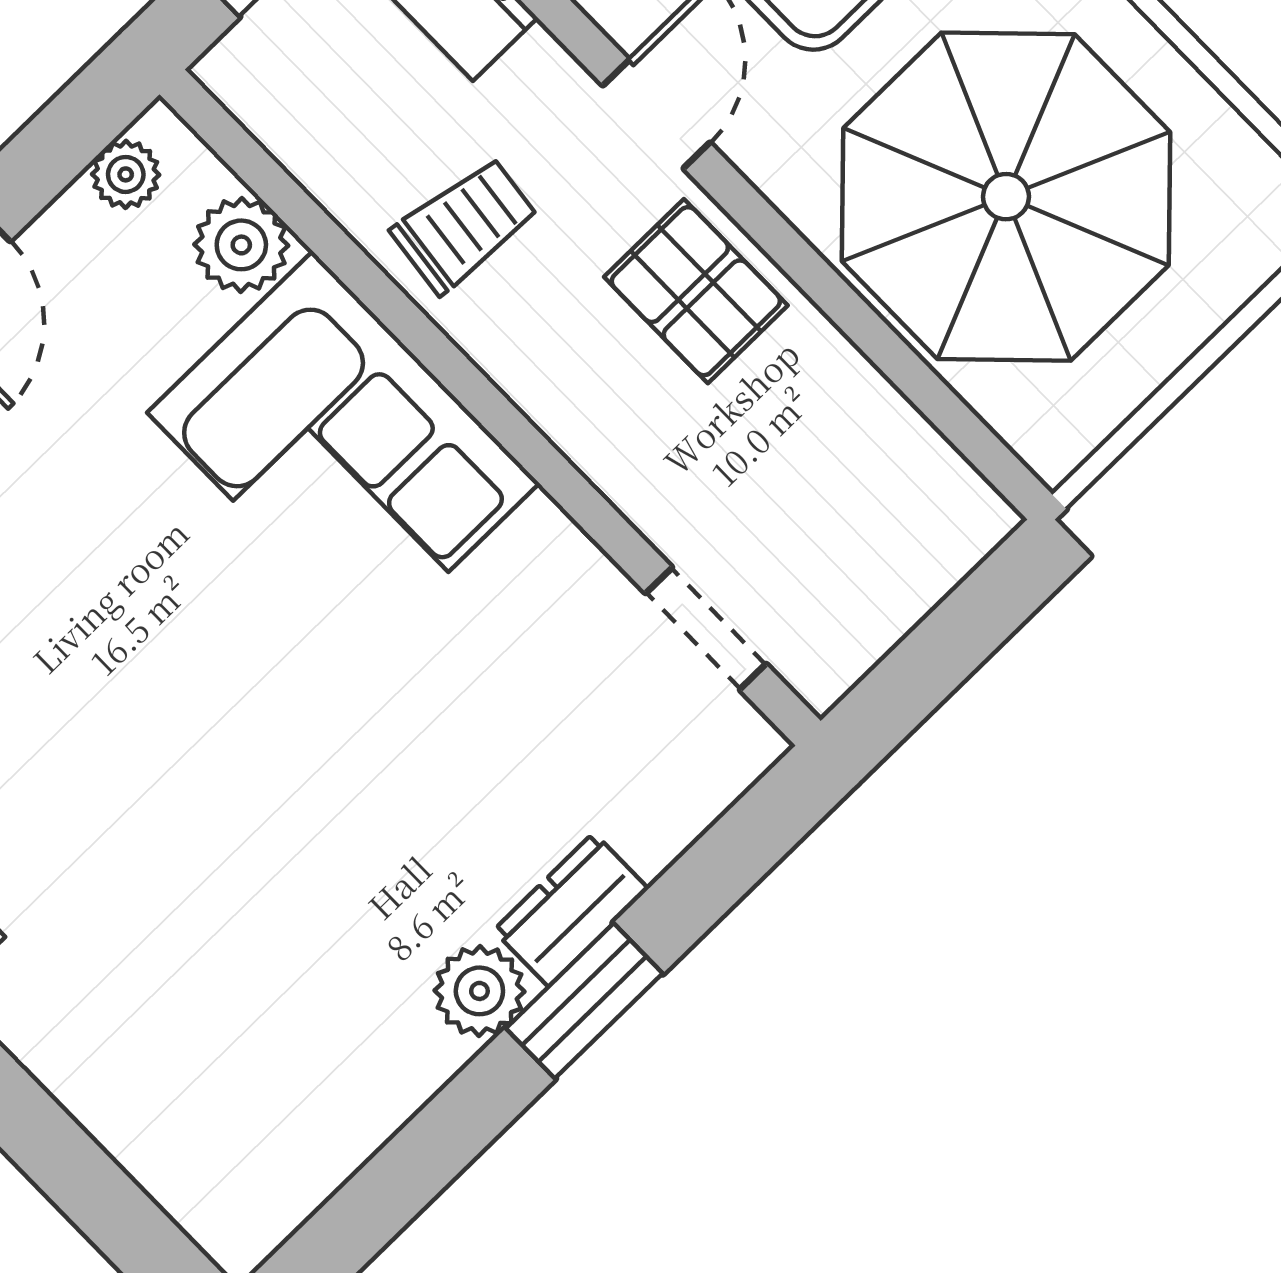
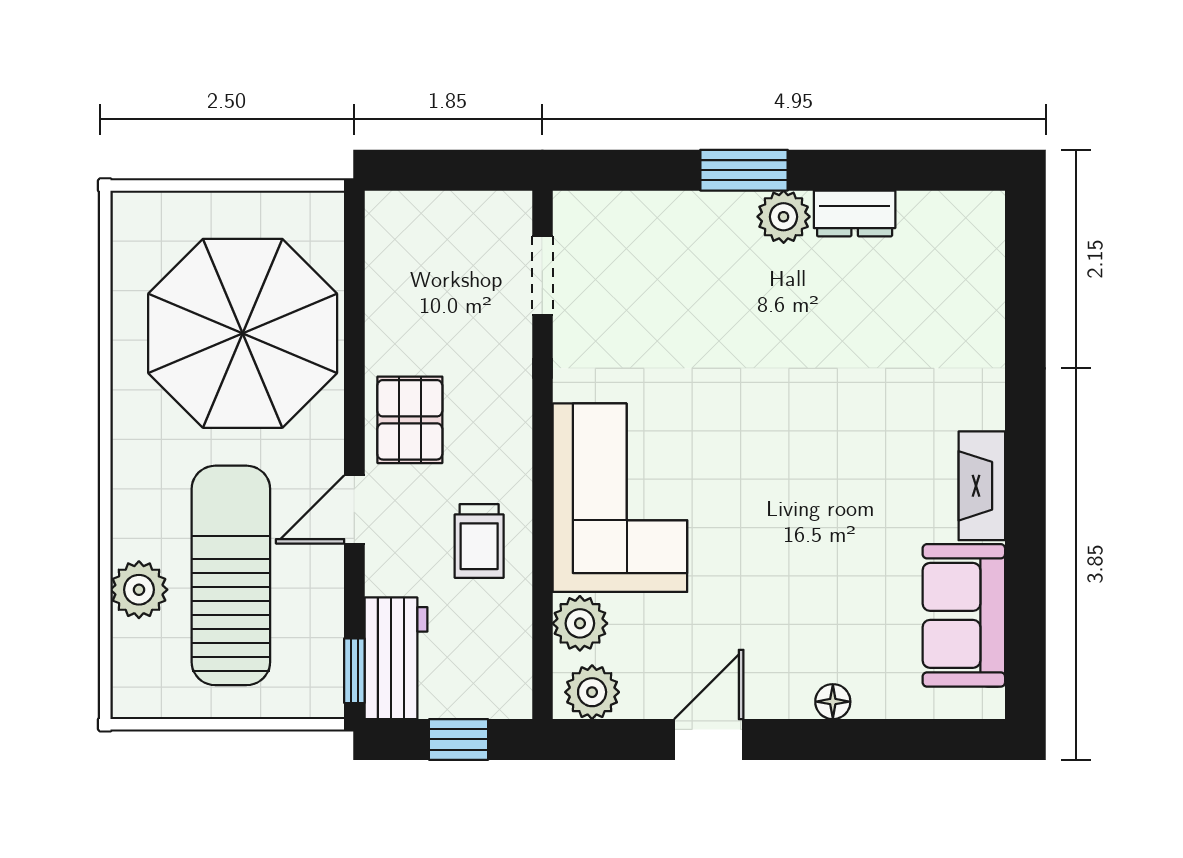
plant: (126, 174) -> (592, 692), width x1.38, depth x1.38
trolley: (465, 225) -> (479, 541), turned -97
dresser: (571, 910) -> (855, 213), moved

